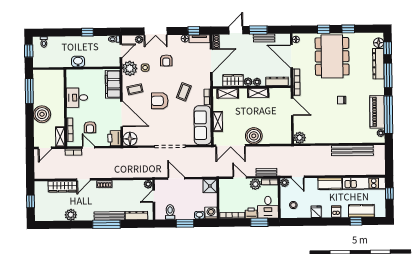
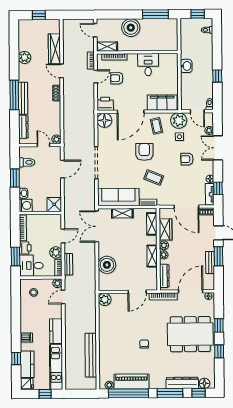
boiler: (254, 136) -> (107, 265), moved
fridge: (316, 212) -> (27, 384), moved

